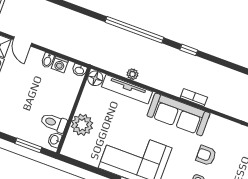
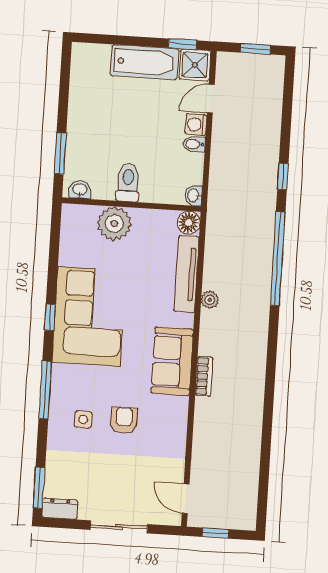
window: (189, 50) -> (283, 177), moved
washing machine: (60, 64) -> (196, 125), moved
plant: (132, 74) -> (210, 300), moved
sofa: (179, 114) -> (172, 361), width x0.73
toilet: (54, 123) -> (128, 182), moved

